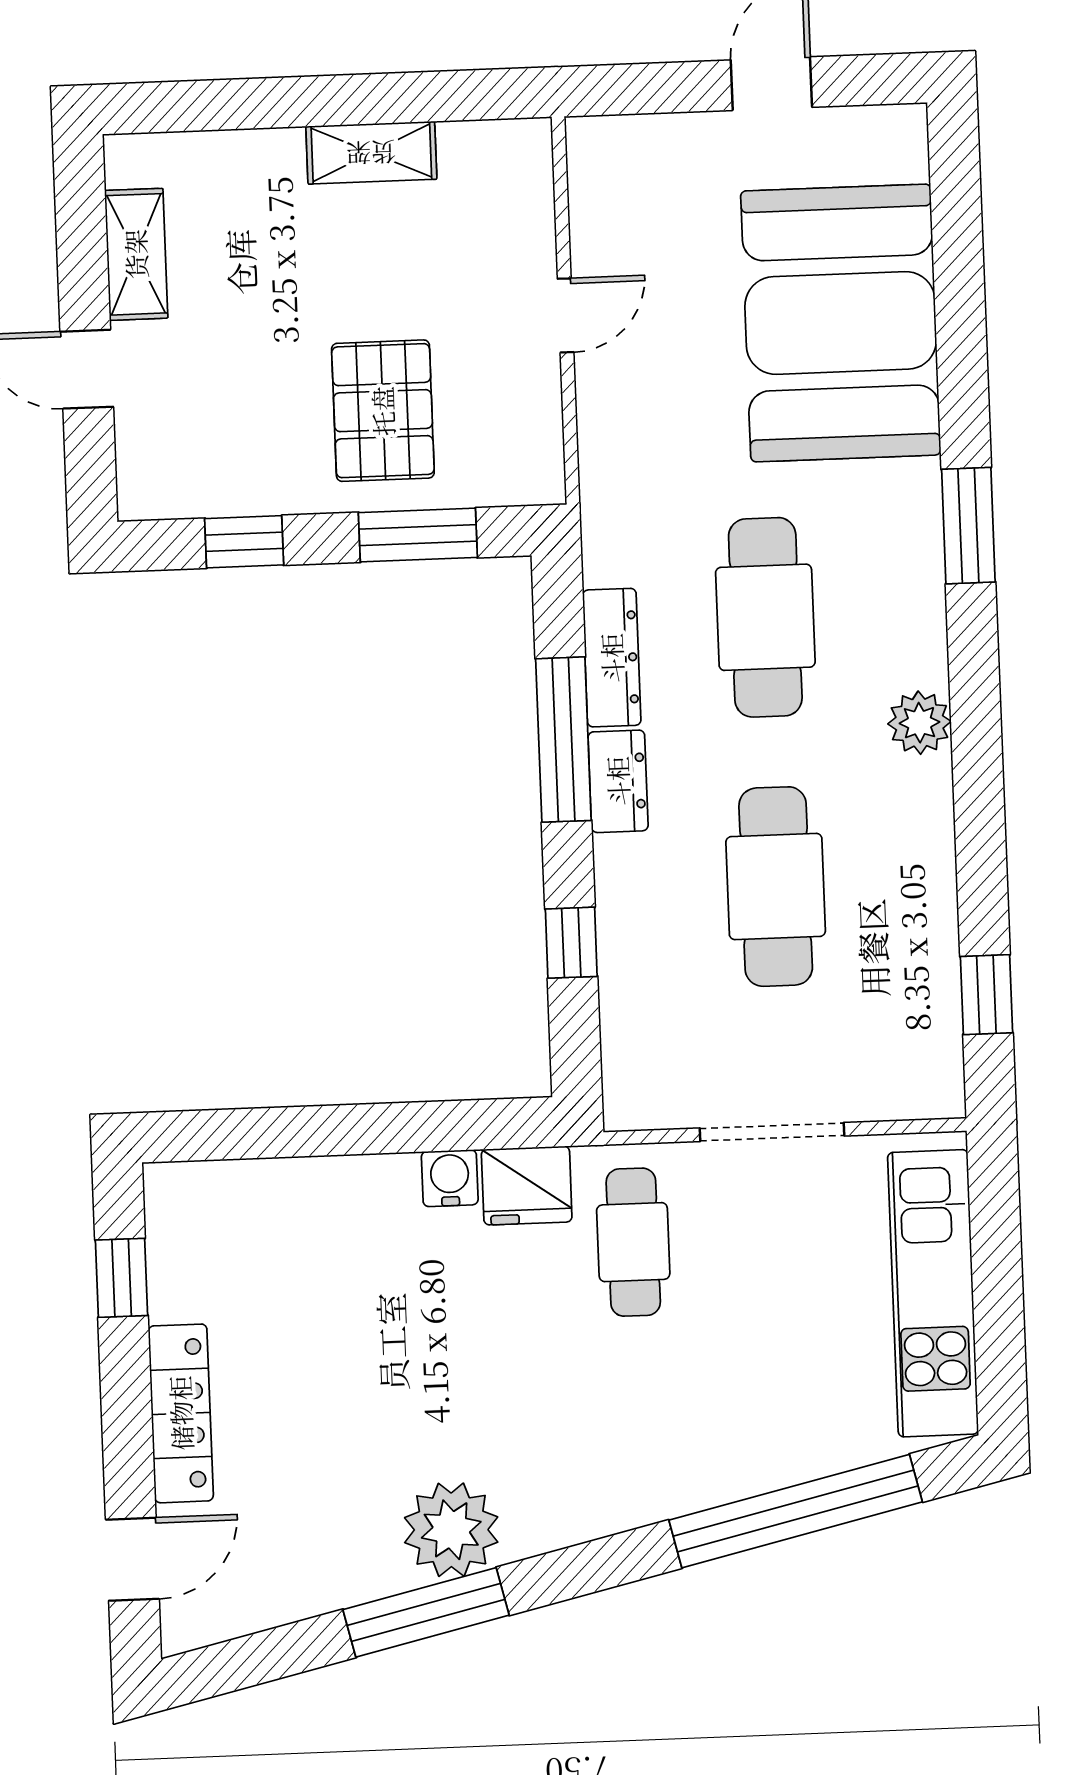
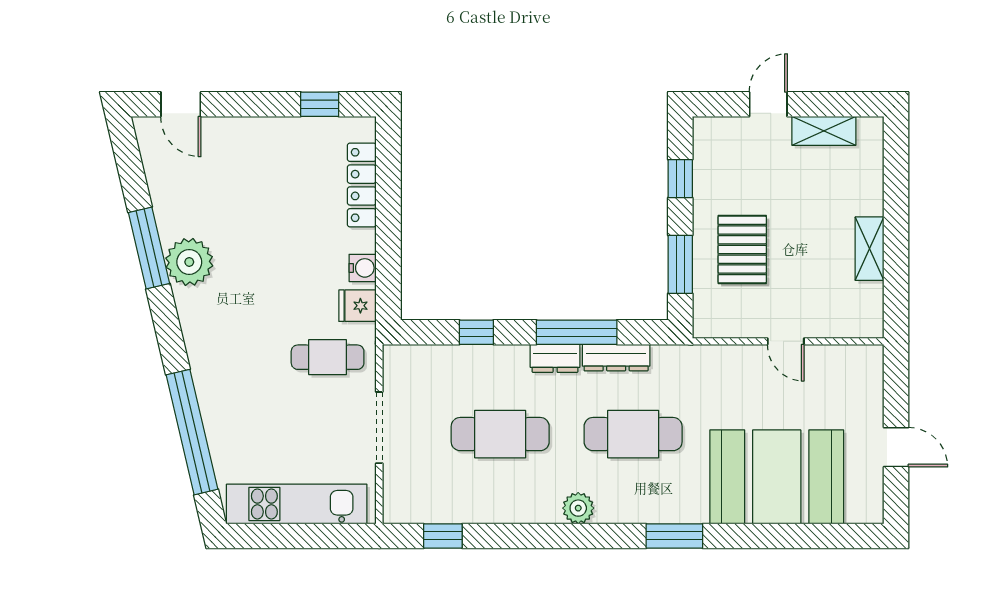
pallet: (383, 411) -> (742, 250), turned 90
fridge: (527, 1186) -> (357, 306), width x0.72
locker: (181, 1413) -> (362, 185), moved, turned 90

